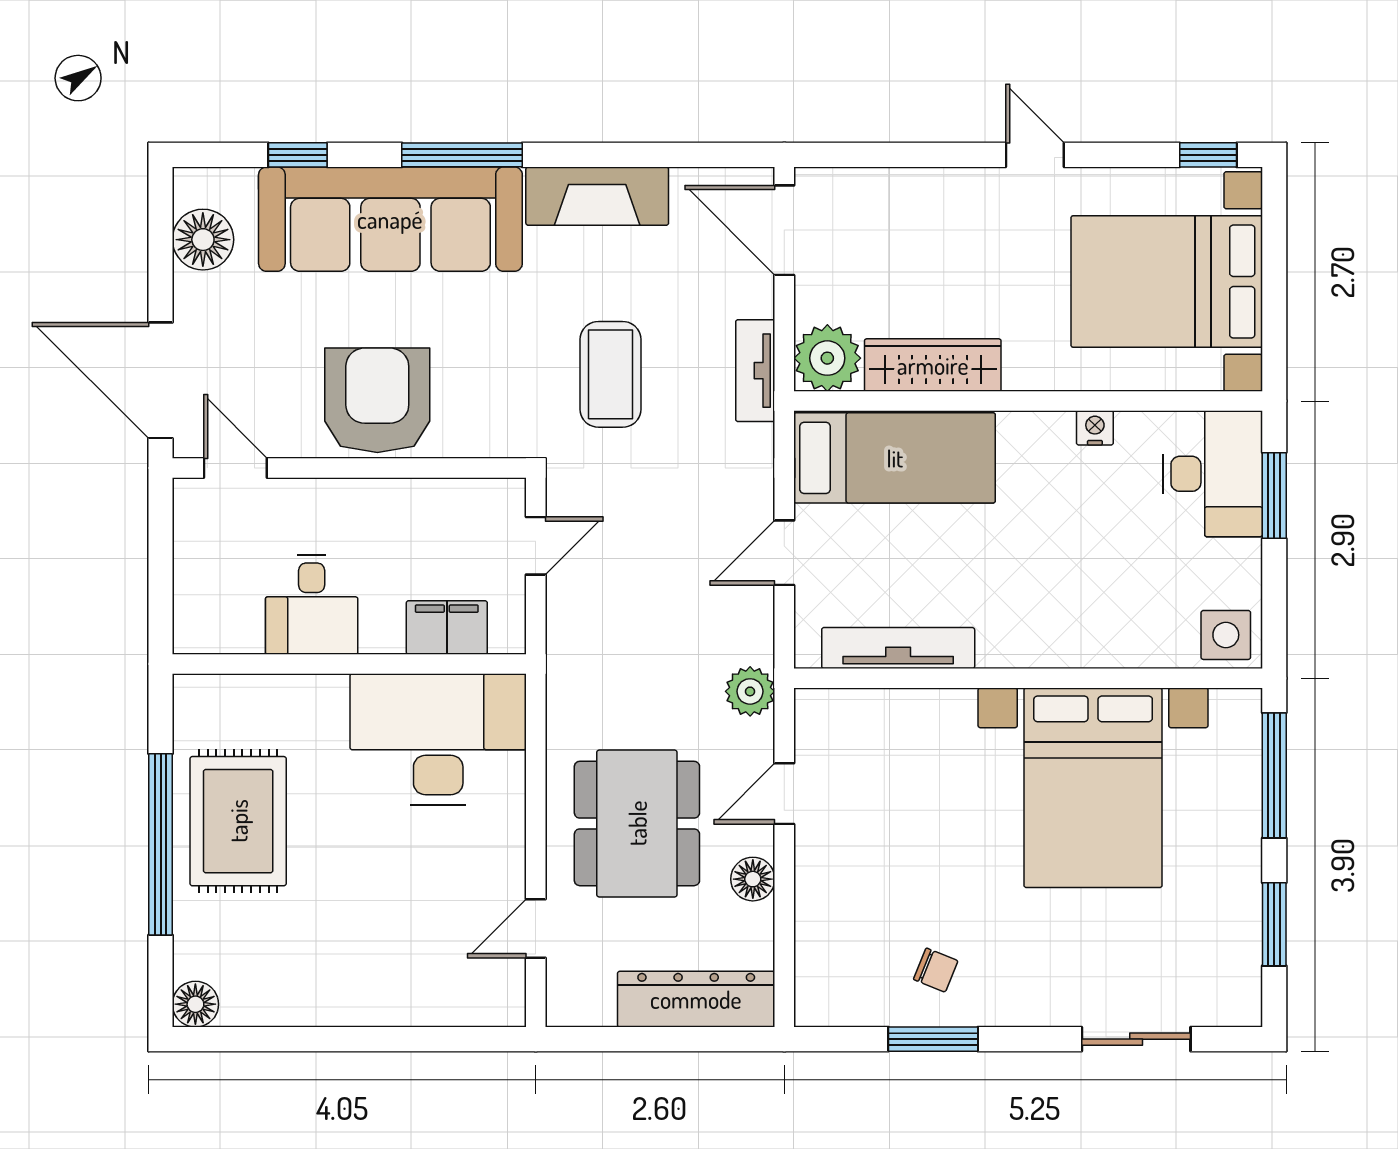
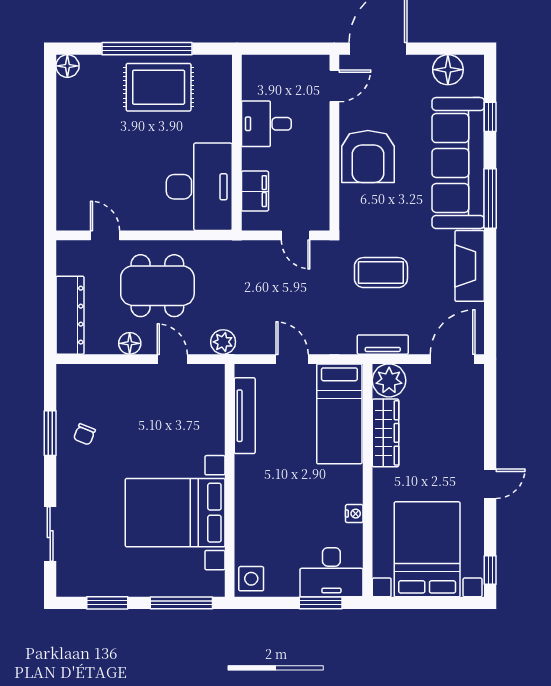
armchair: (377, 400) -> (368, 156), turned 90

